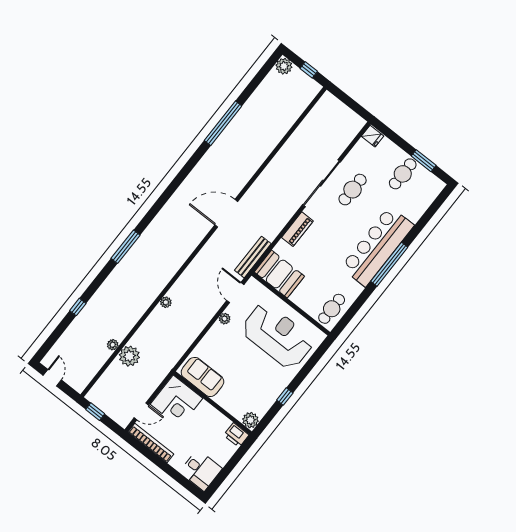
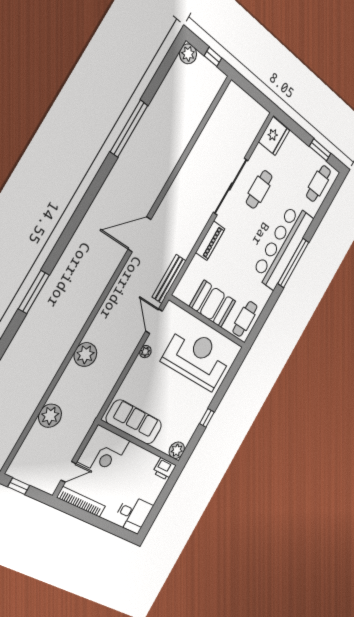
fridge: (373, 136) -> (274, 136), width x1.88, depth x1.34
cafe table: (403, 174) -> (318, 184), moved
booth: (279, 274) -> (212, 304), moved
plant: (166, 302) -> (85, 355), width x1.87, depth x1.87
plant: (113, 345) -> (30, 408), removed
sofa: (202, 377) -> (134, 422), width x1.36

